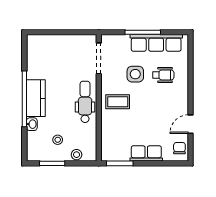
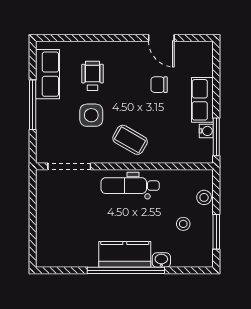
row of seats: (156, 43) -> (48, 74), width x0.68
coffee table: (118, 102) -> (130, 140), turned -60
chair: (179, 148) -> (159, 85), moved
water cooler: (124, 156) -> (206, 131), added

